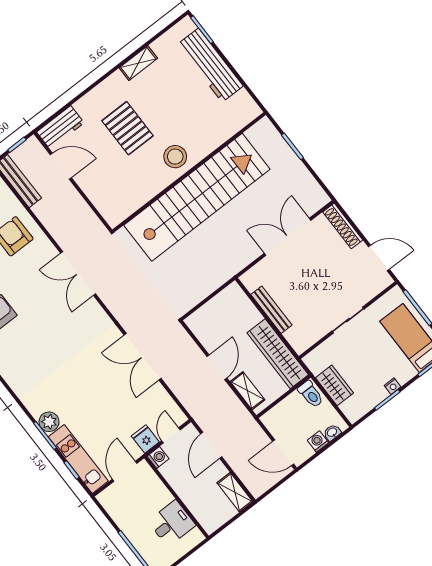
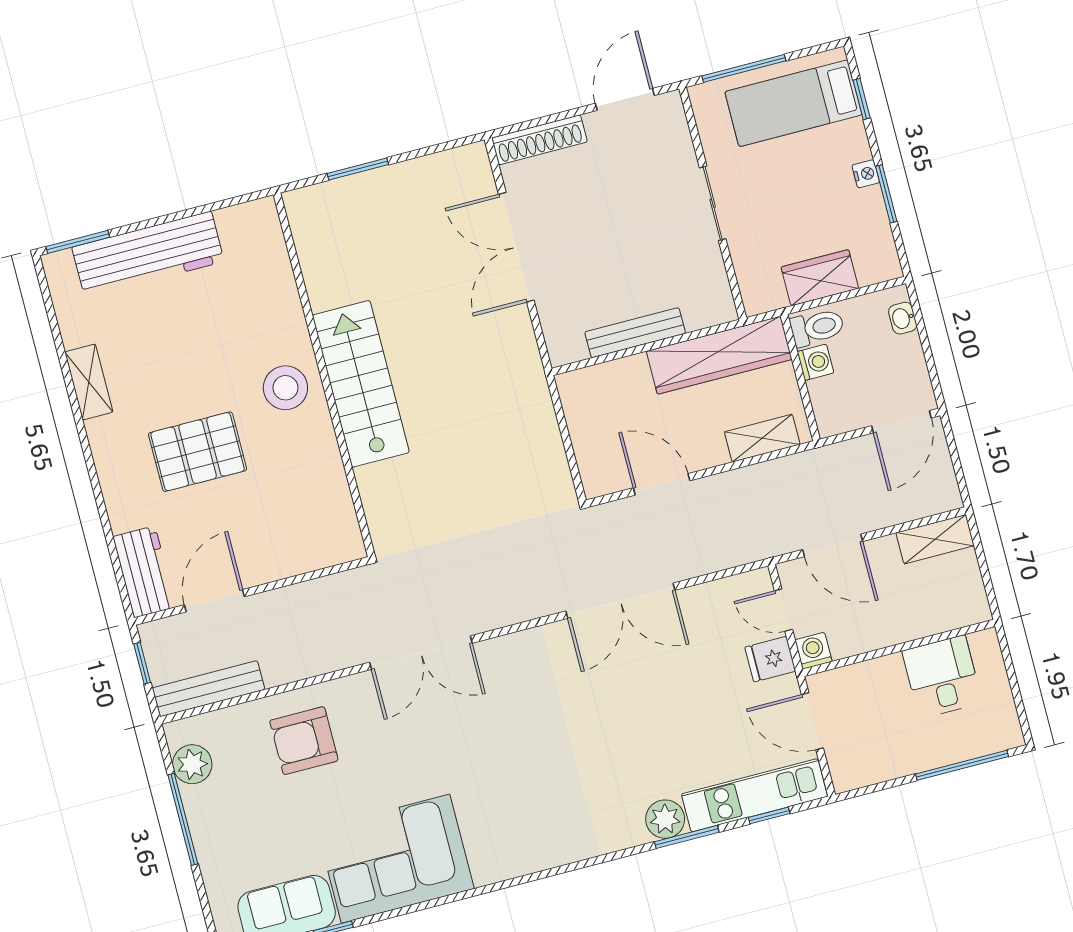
stairs: (197, 197) -> (361, 384), width x0.54, depth x0.66
door: (217, 367) -> (662, 484), moved
washing machine: (318, 442) -> (815, 362), moved, turned 180

